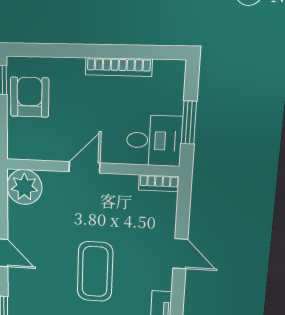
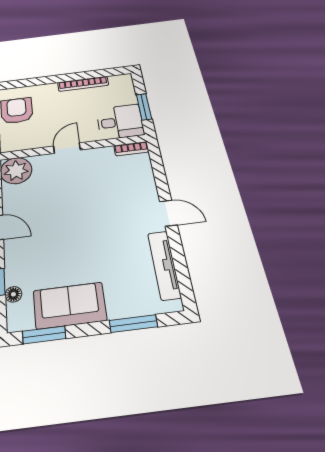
door: (180, 254) -> (168, 213), moved
coffee table: (95, 271) -> (90, 227), removed

